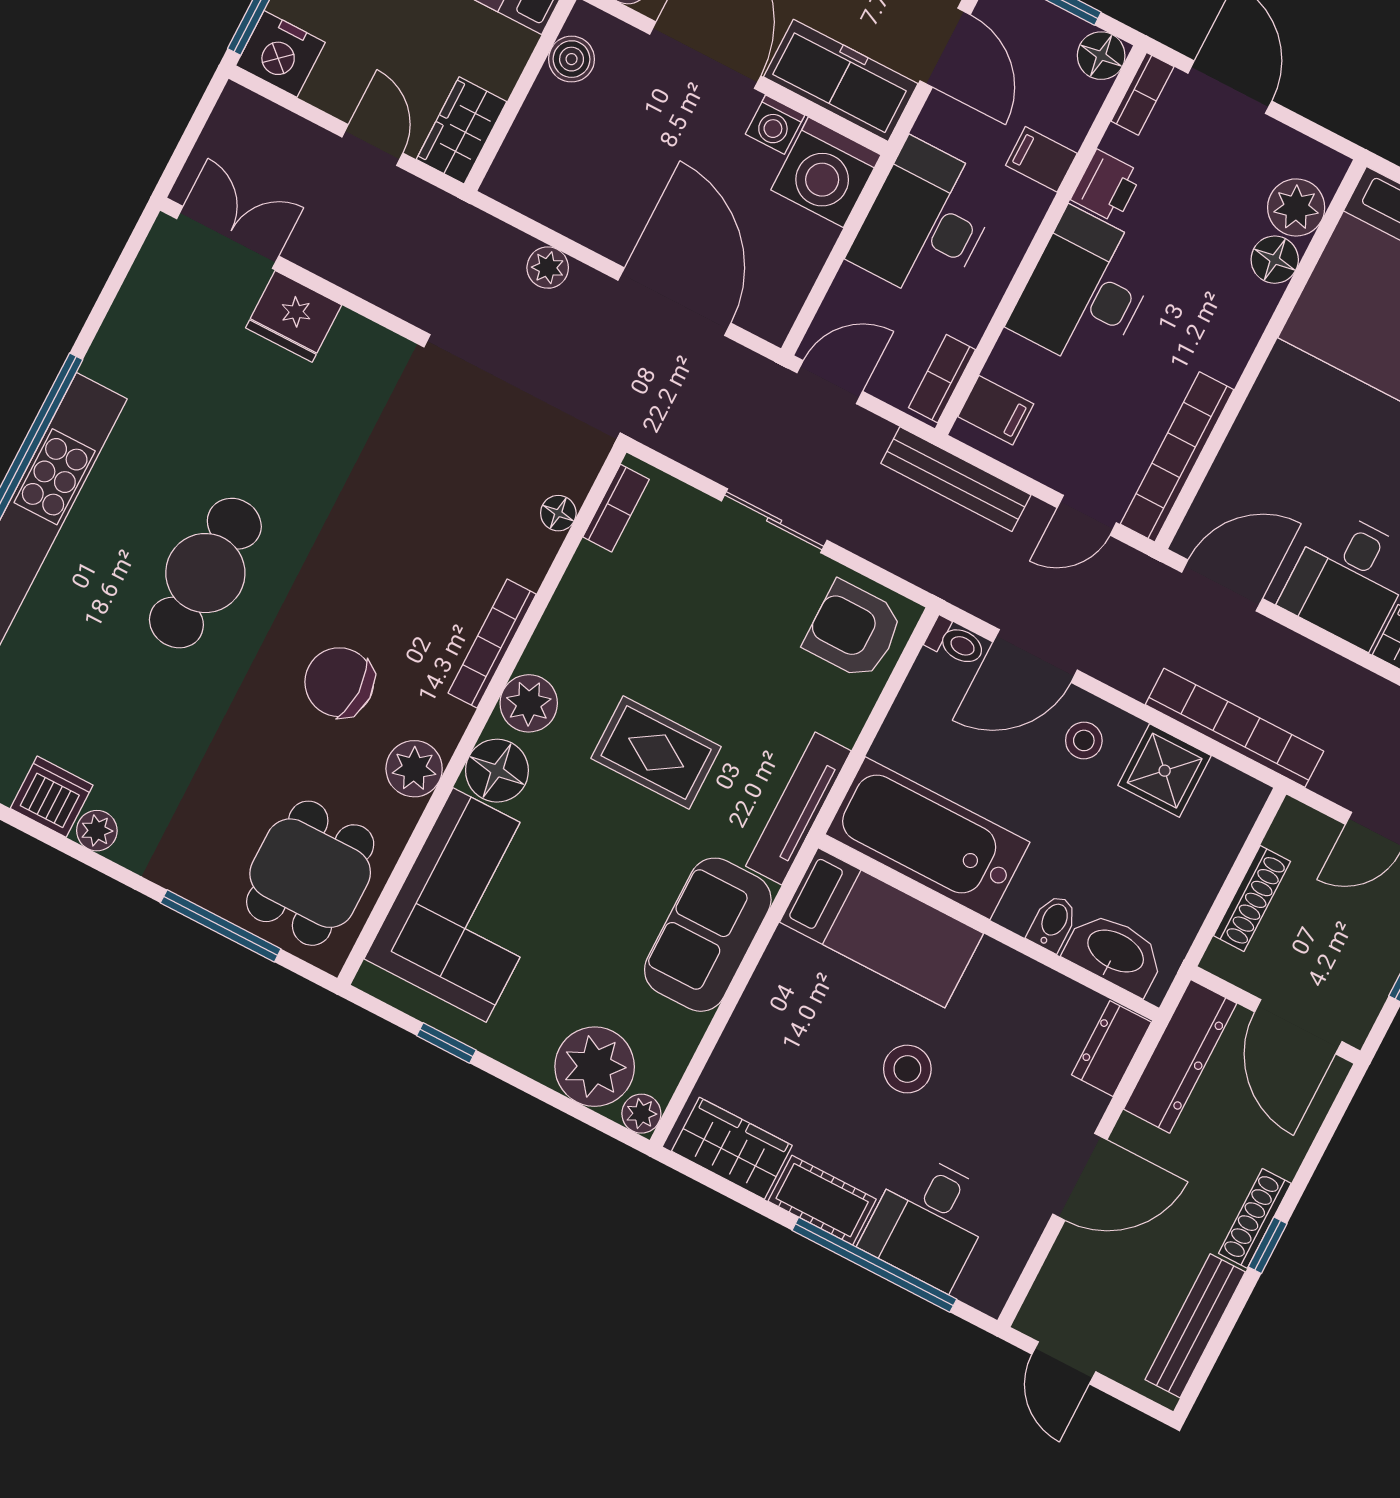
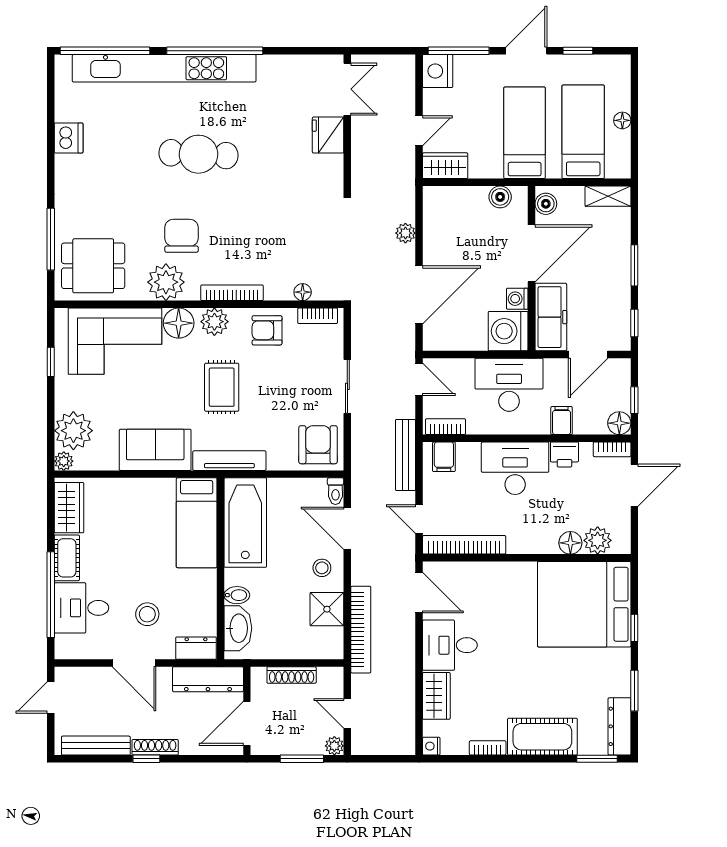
armchair: (595, 615) -> (267, 330), added
plant: (414, 769) -> (166, 282), width x1.36, depth x1.36
plant: (97, 831) -> (64, 165), removed
stool: (907, 1069) -> (147, 614), moved

